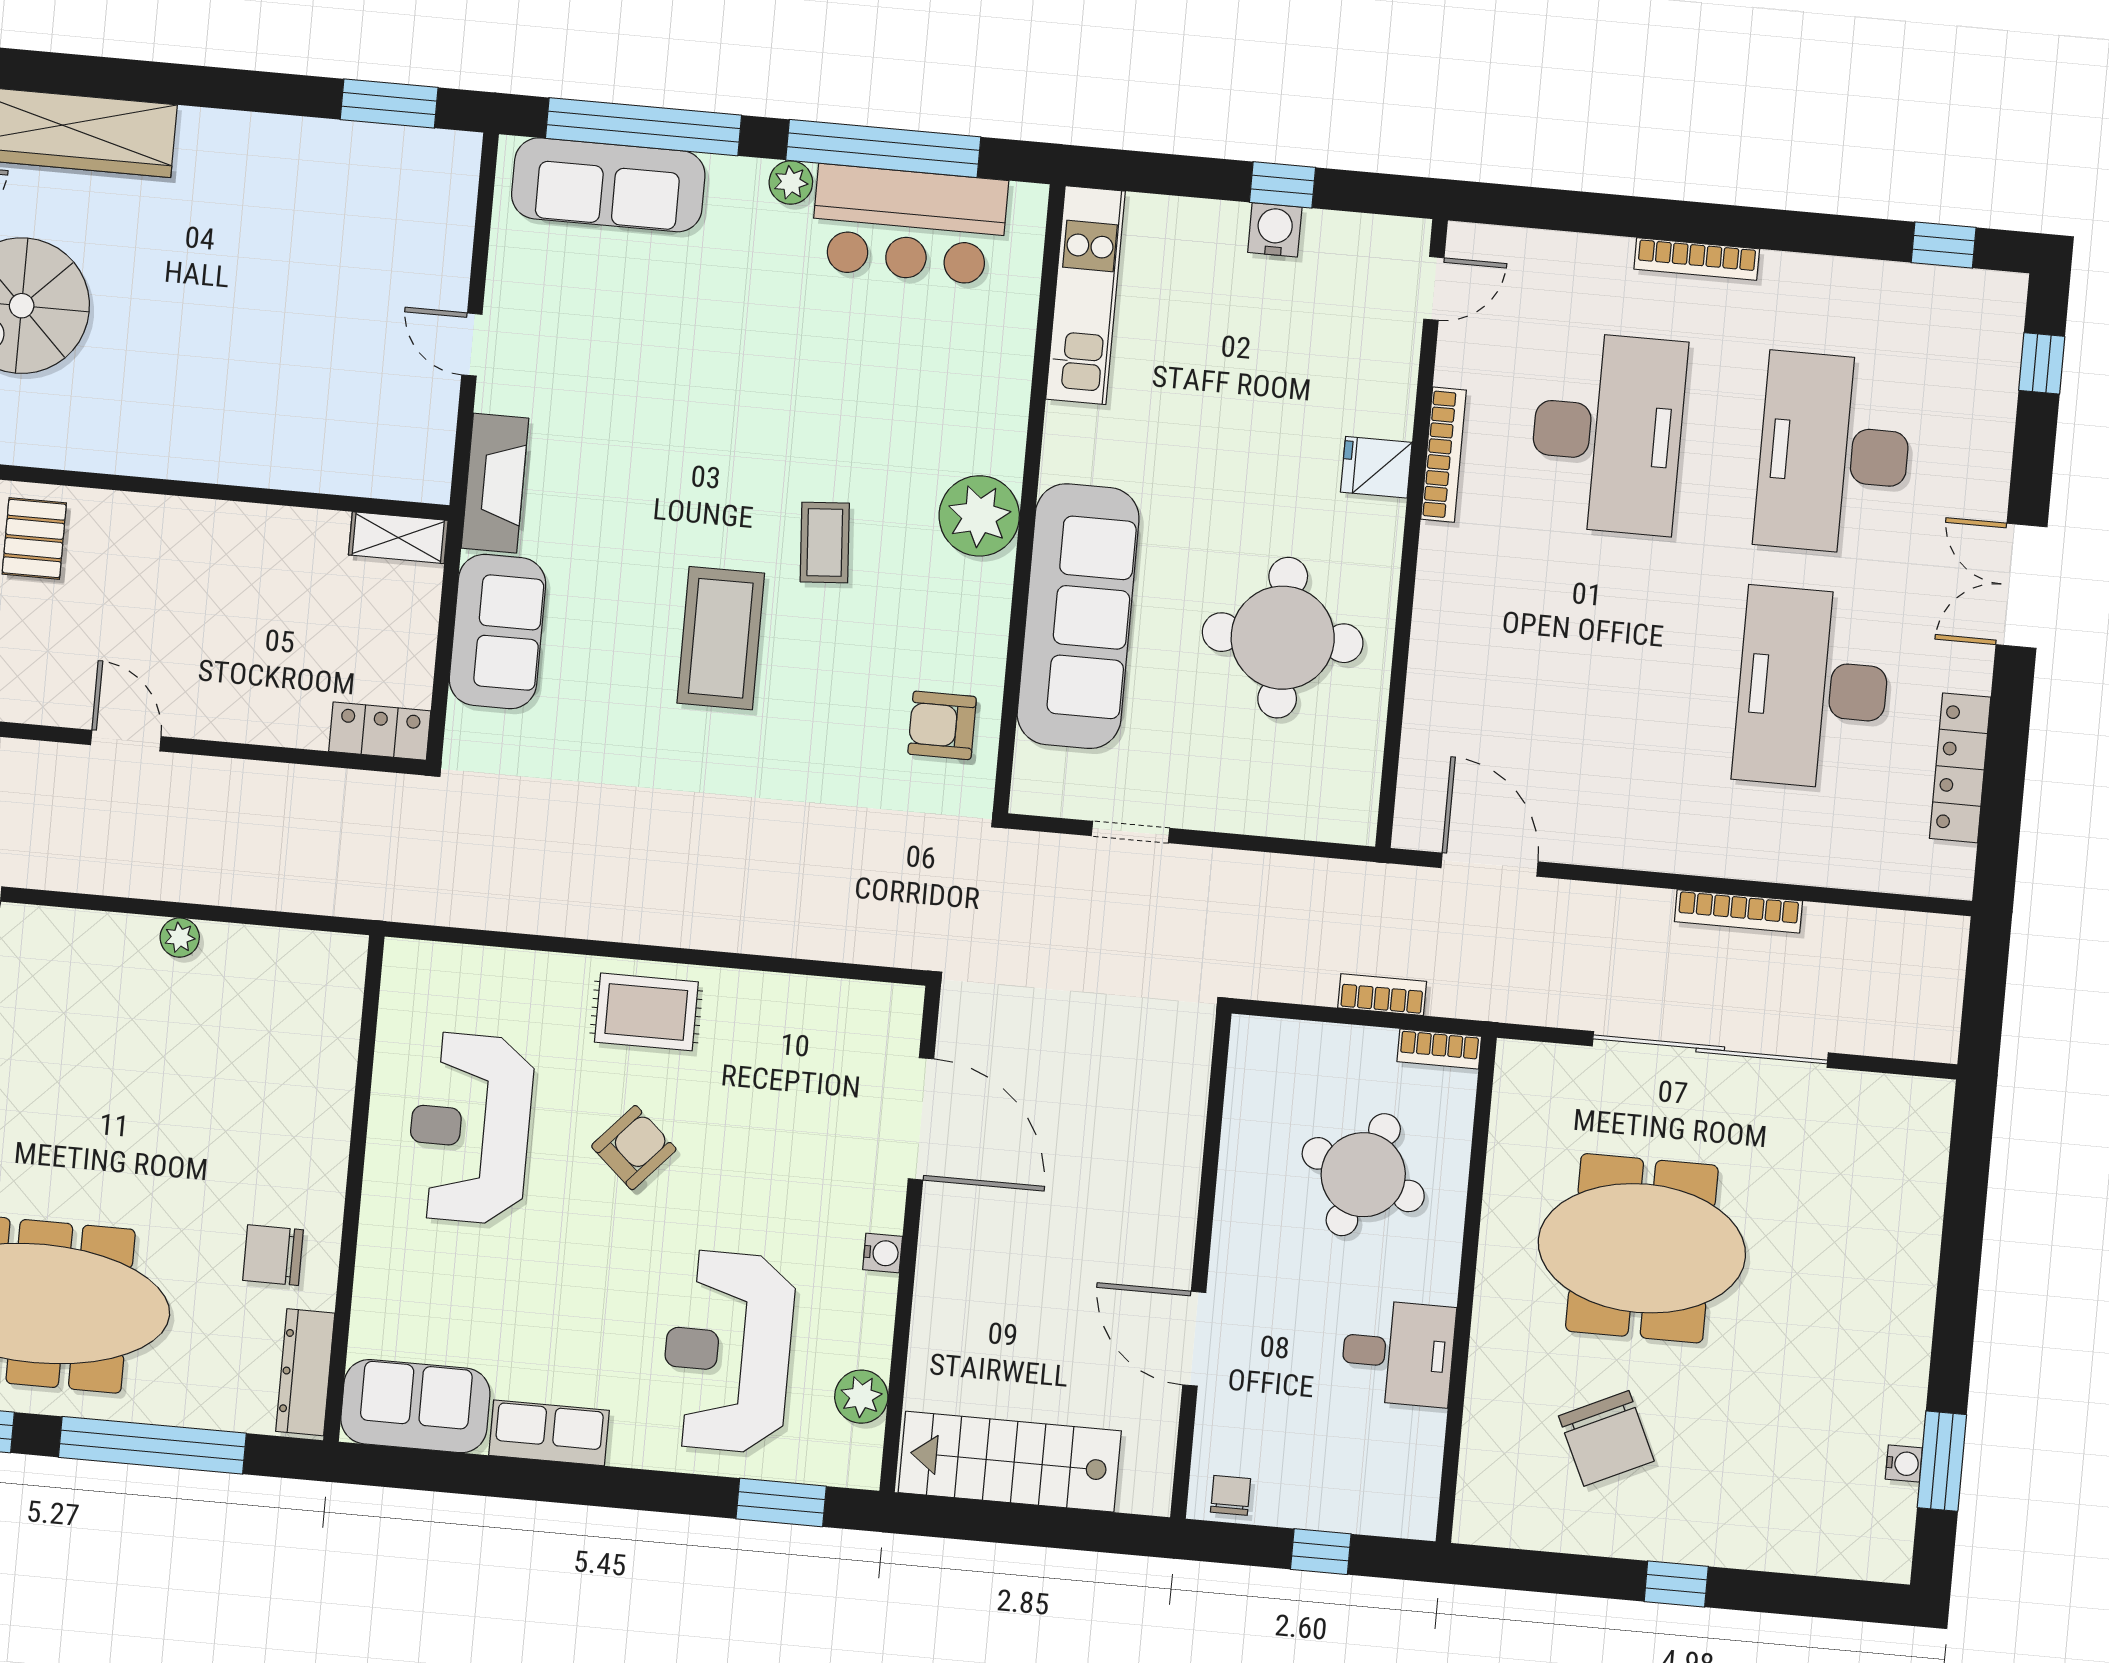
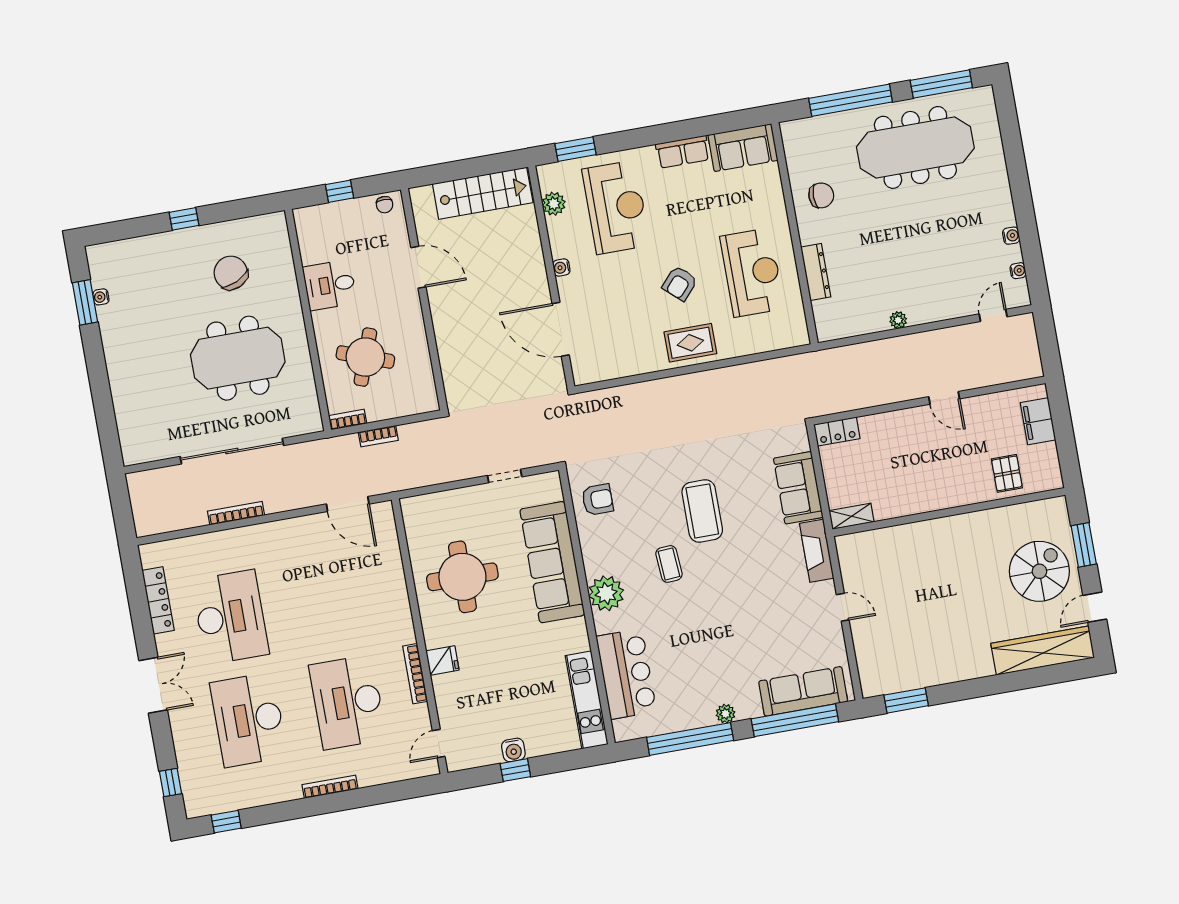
bar counter: (909, 225) -> (626, 674), moved, turned 90
desk: (1834, 454) -> (249, 720), turned 180
dresser: (305, 1372) -> (816, 272), moved

